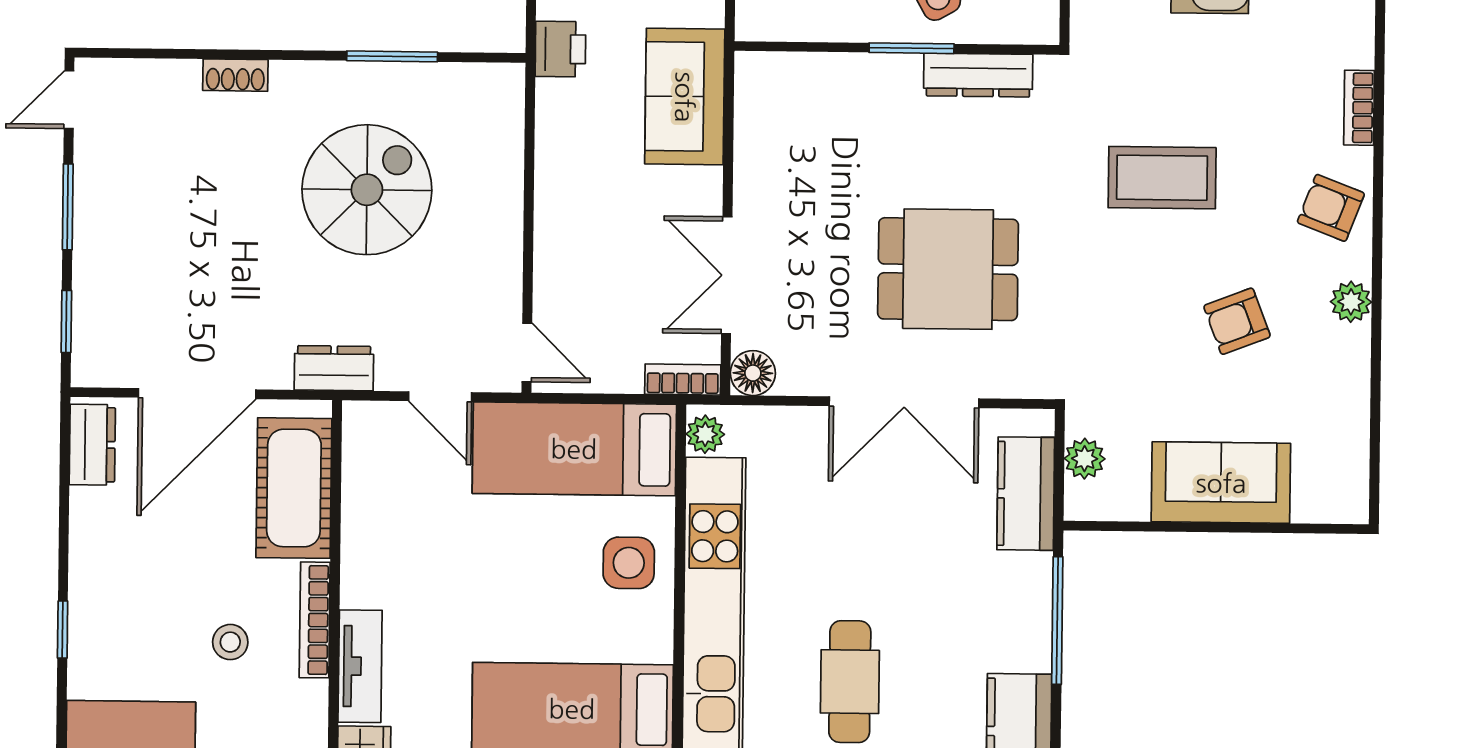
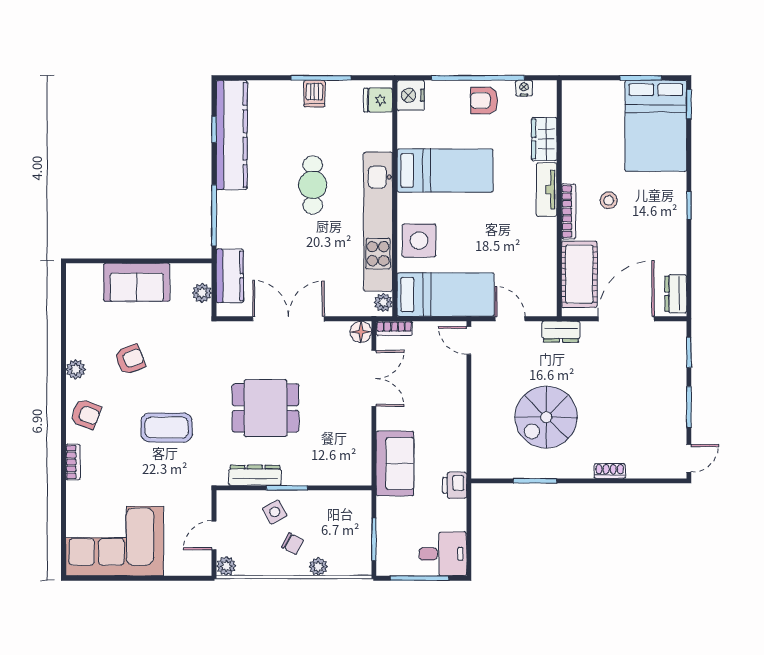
dining table: (948, 269) -> (266, 408), moved
side table: (629, 563) -> (419, 240), width x1.37, depth x1.37

